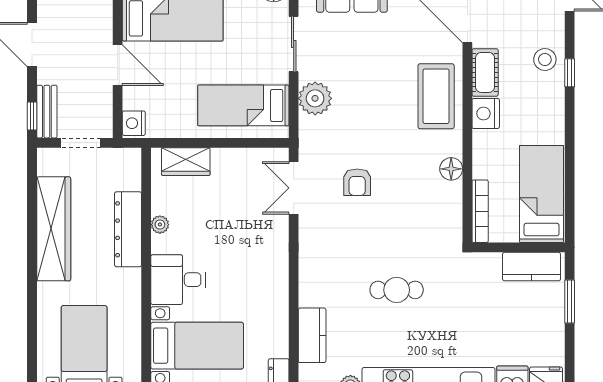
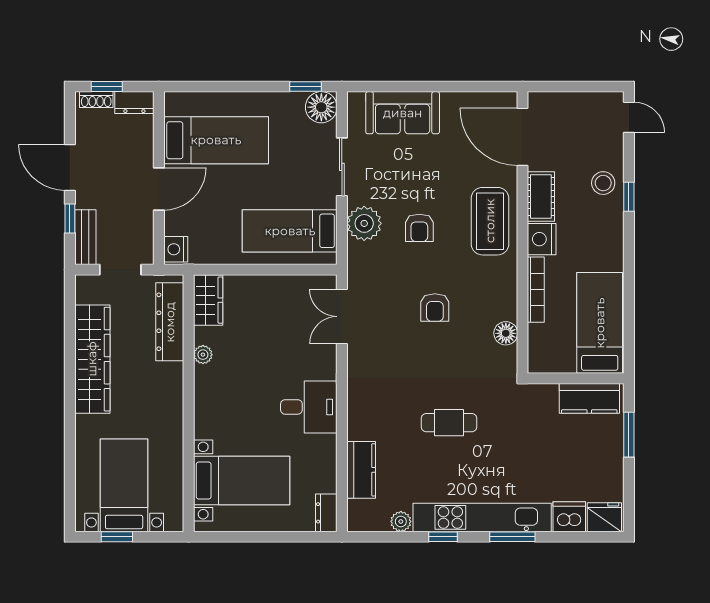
door: (118, 65) -> (159, 189), hinge flipped
armchair: (368, 103) -> (419, 228), added
window: (32, 116) -> (70, 218), moved
wardrobe: (186, 162) -> (208, 300), moved, turned -90
floor lamp: (451, 169) -> (506, 333), moved
armchair: (357, 182) -> (435, 308), moved
bookcase: (480, 211) -> (536, 290), moved
dresser: (128, 229) -> (170, 322), moved
desk: (178, 280) -> (309, 407), moved, turned 180

